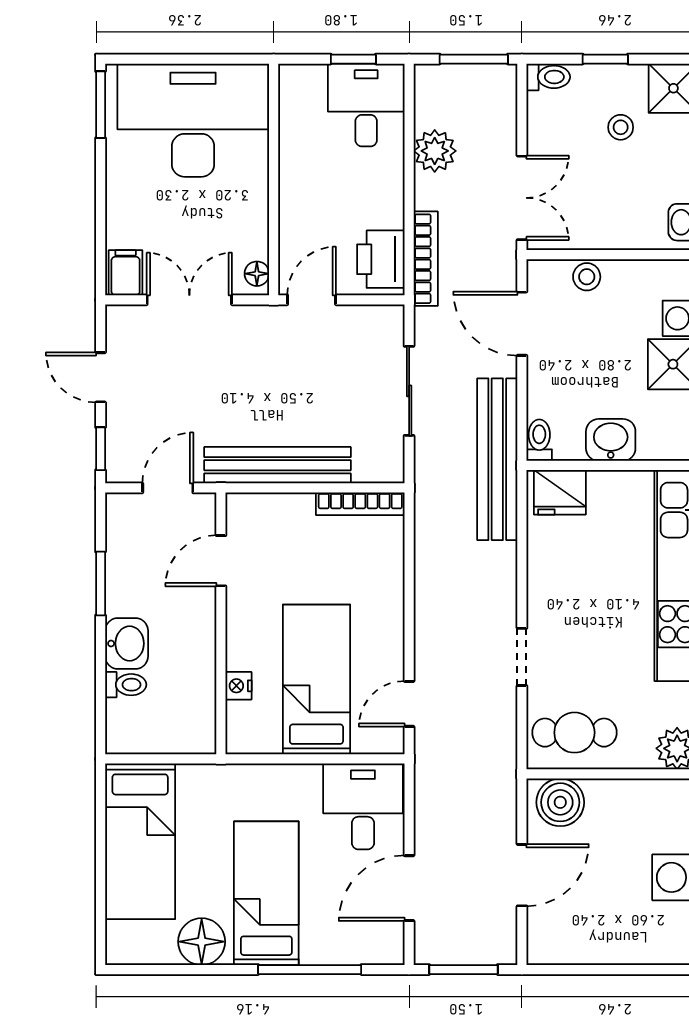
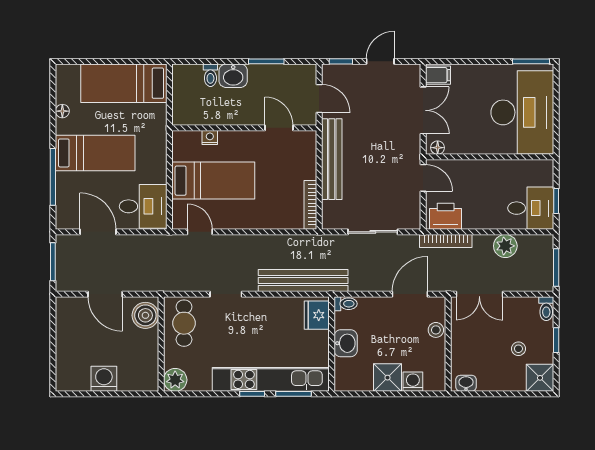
bench: (497, 459) -> (303, 281), moved
floor lamp: (202, 942) -> (62, 111), width x0.53, depth x0.53

